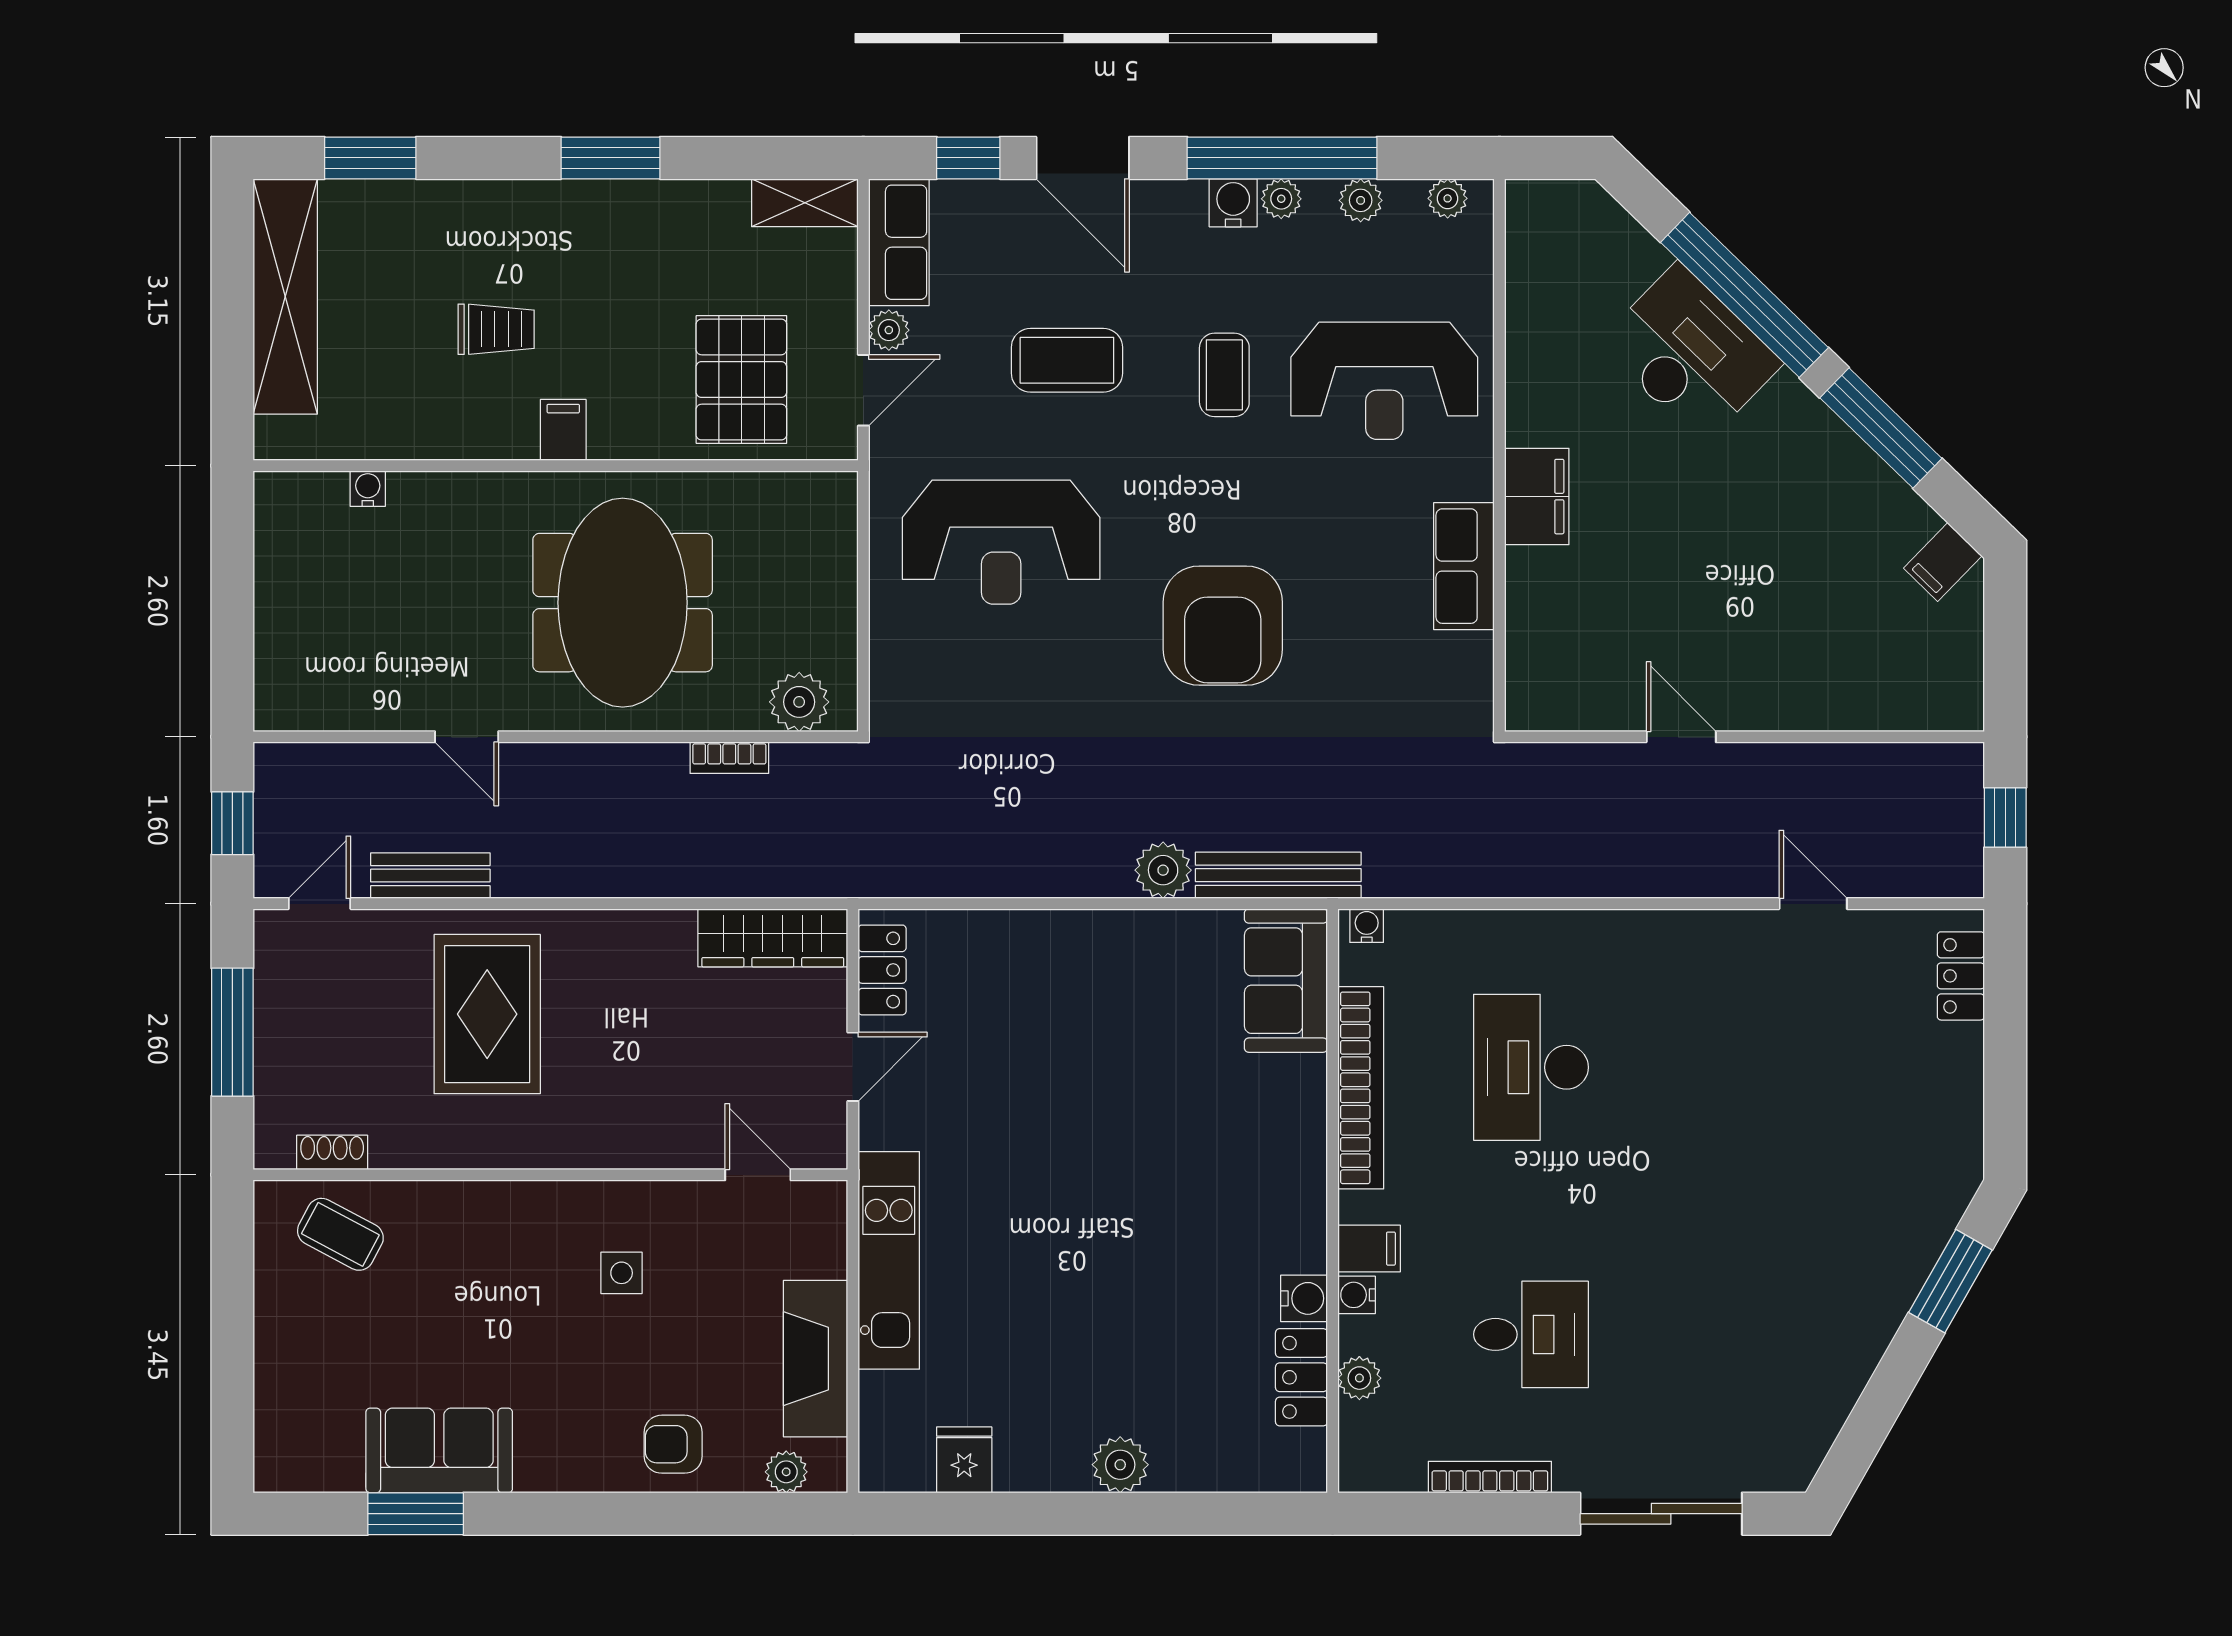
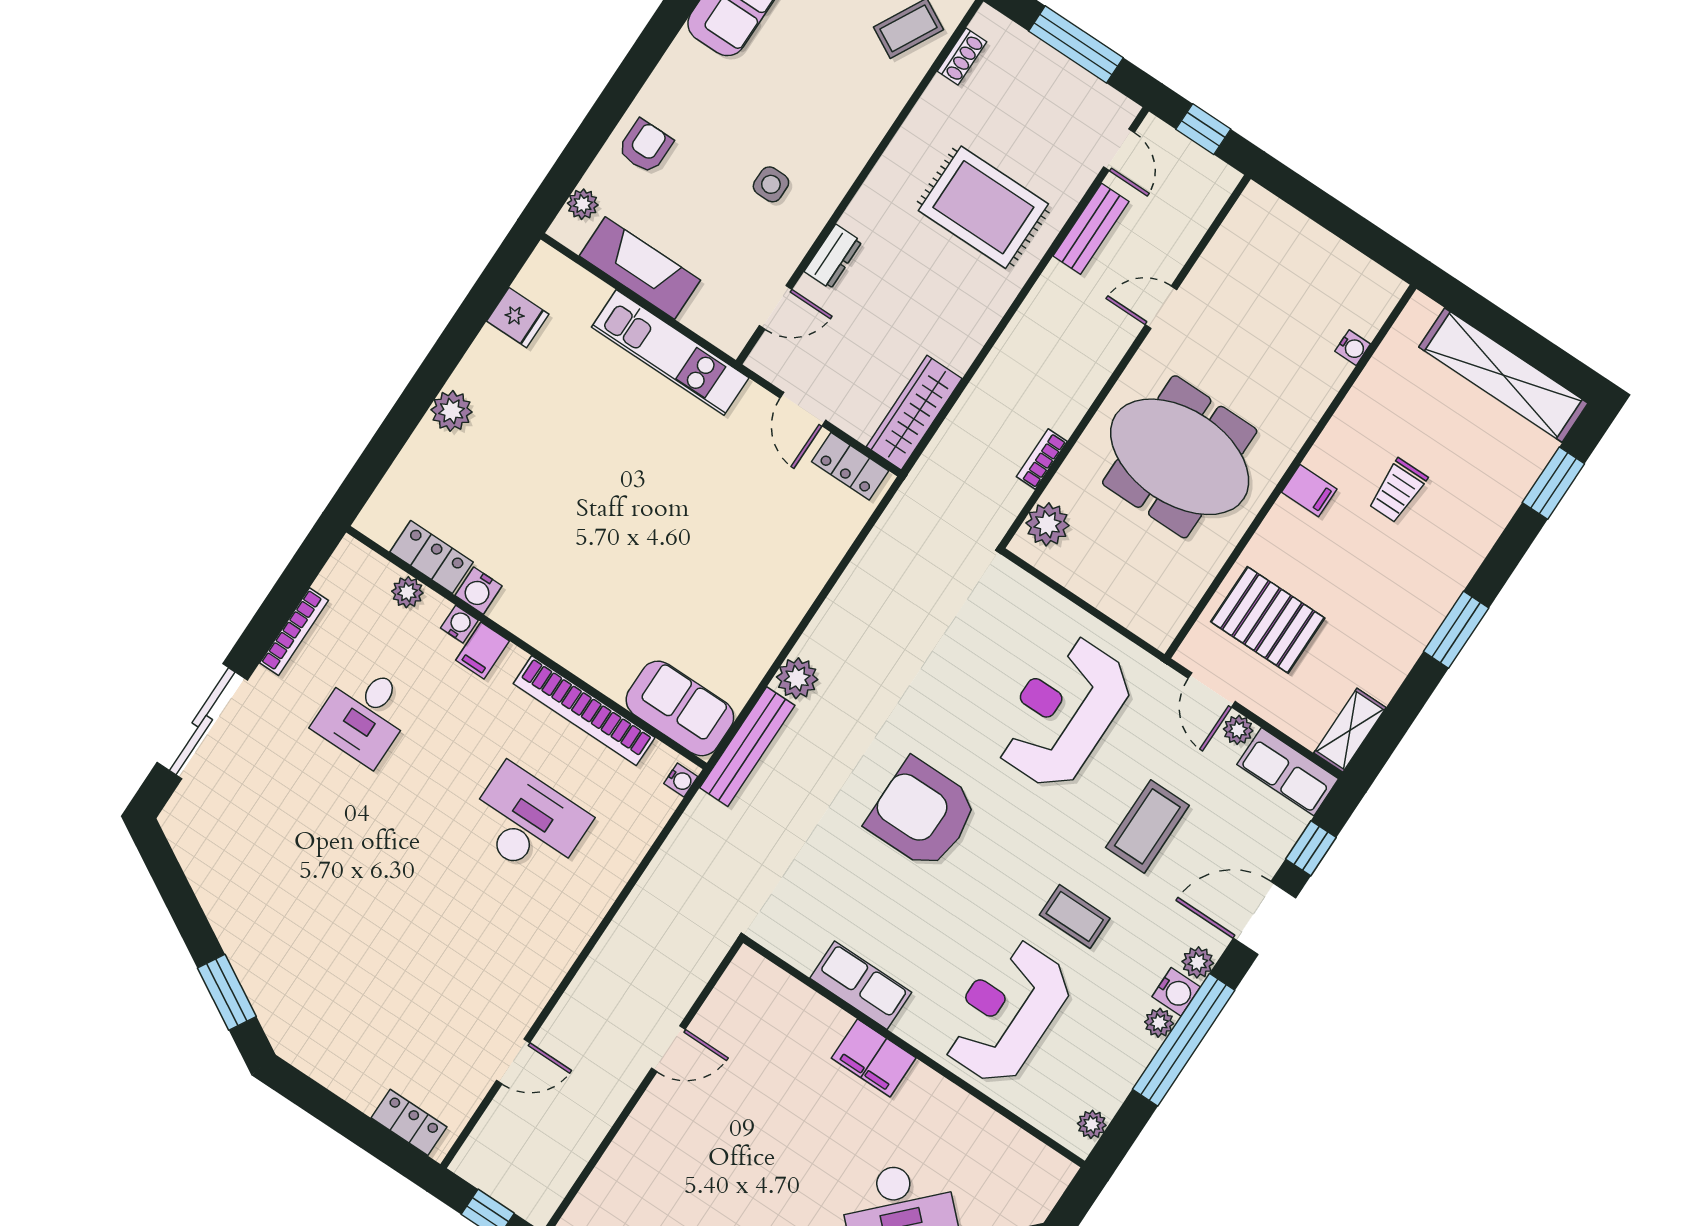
plant: (1361, 200) -> (1198, 962), moved
dresser: (657, 1148) -> (833, 257), added

